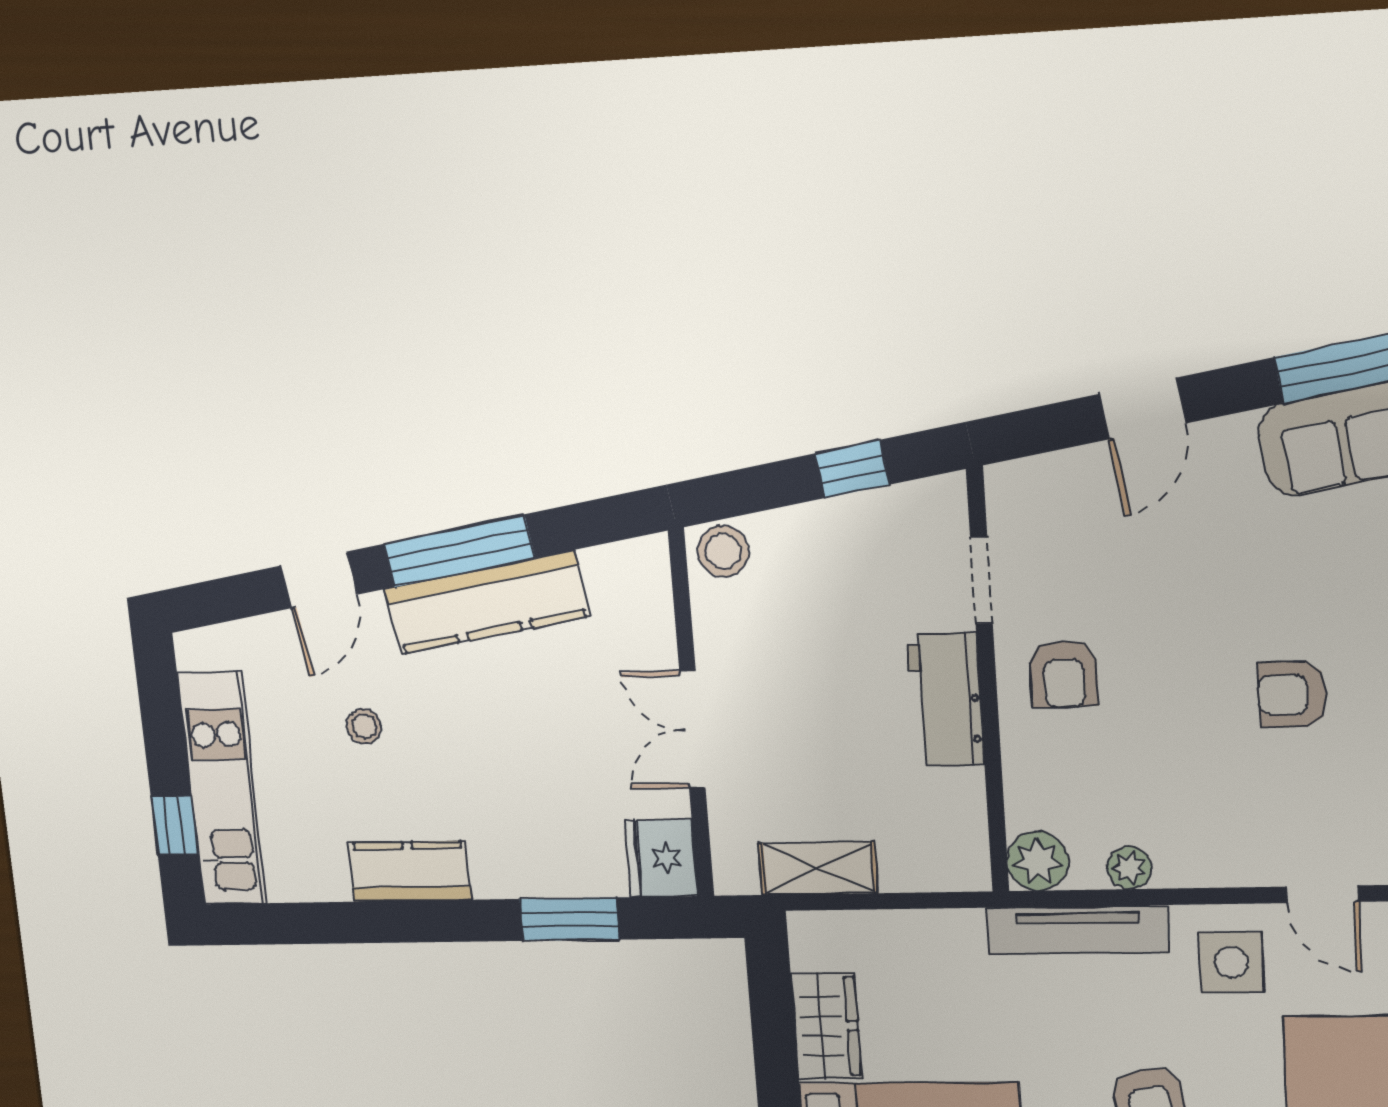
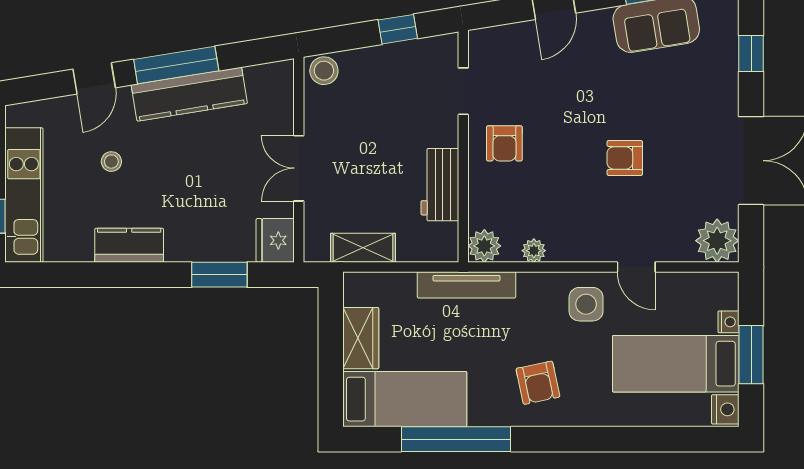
workbench: (946, 699) -> (440, 185), moved
tv unit: (1078, 930) -> (466, 285), moved

